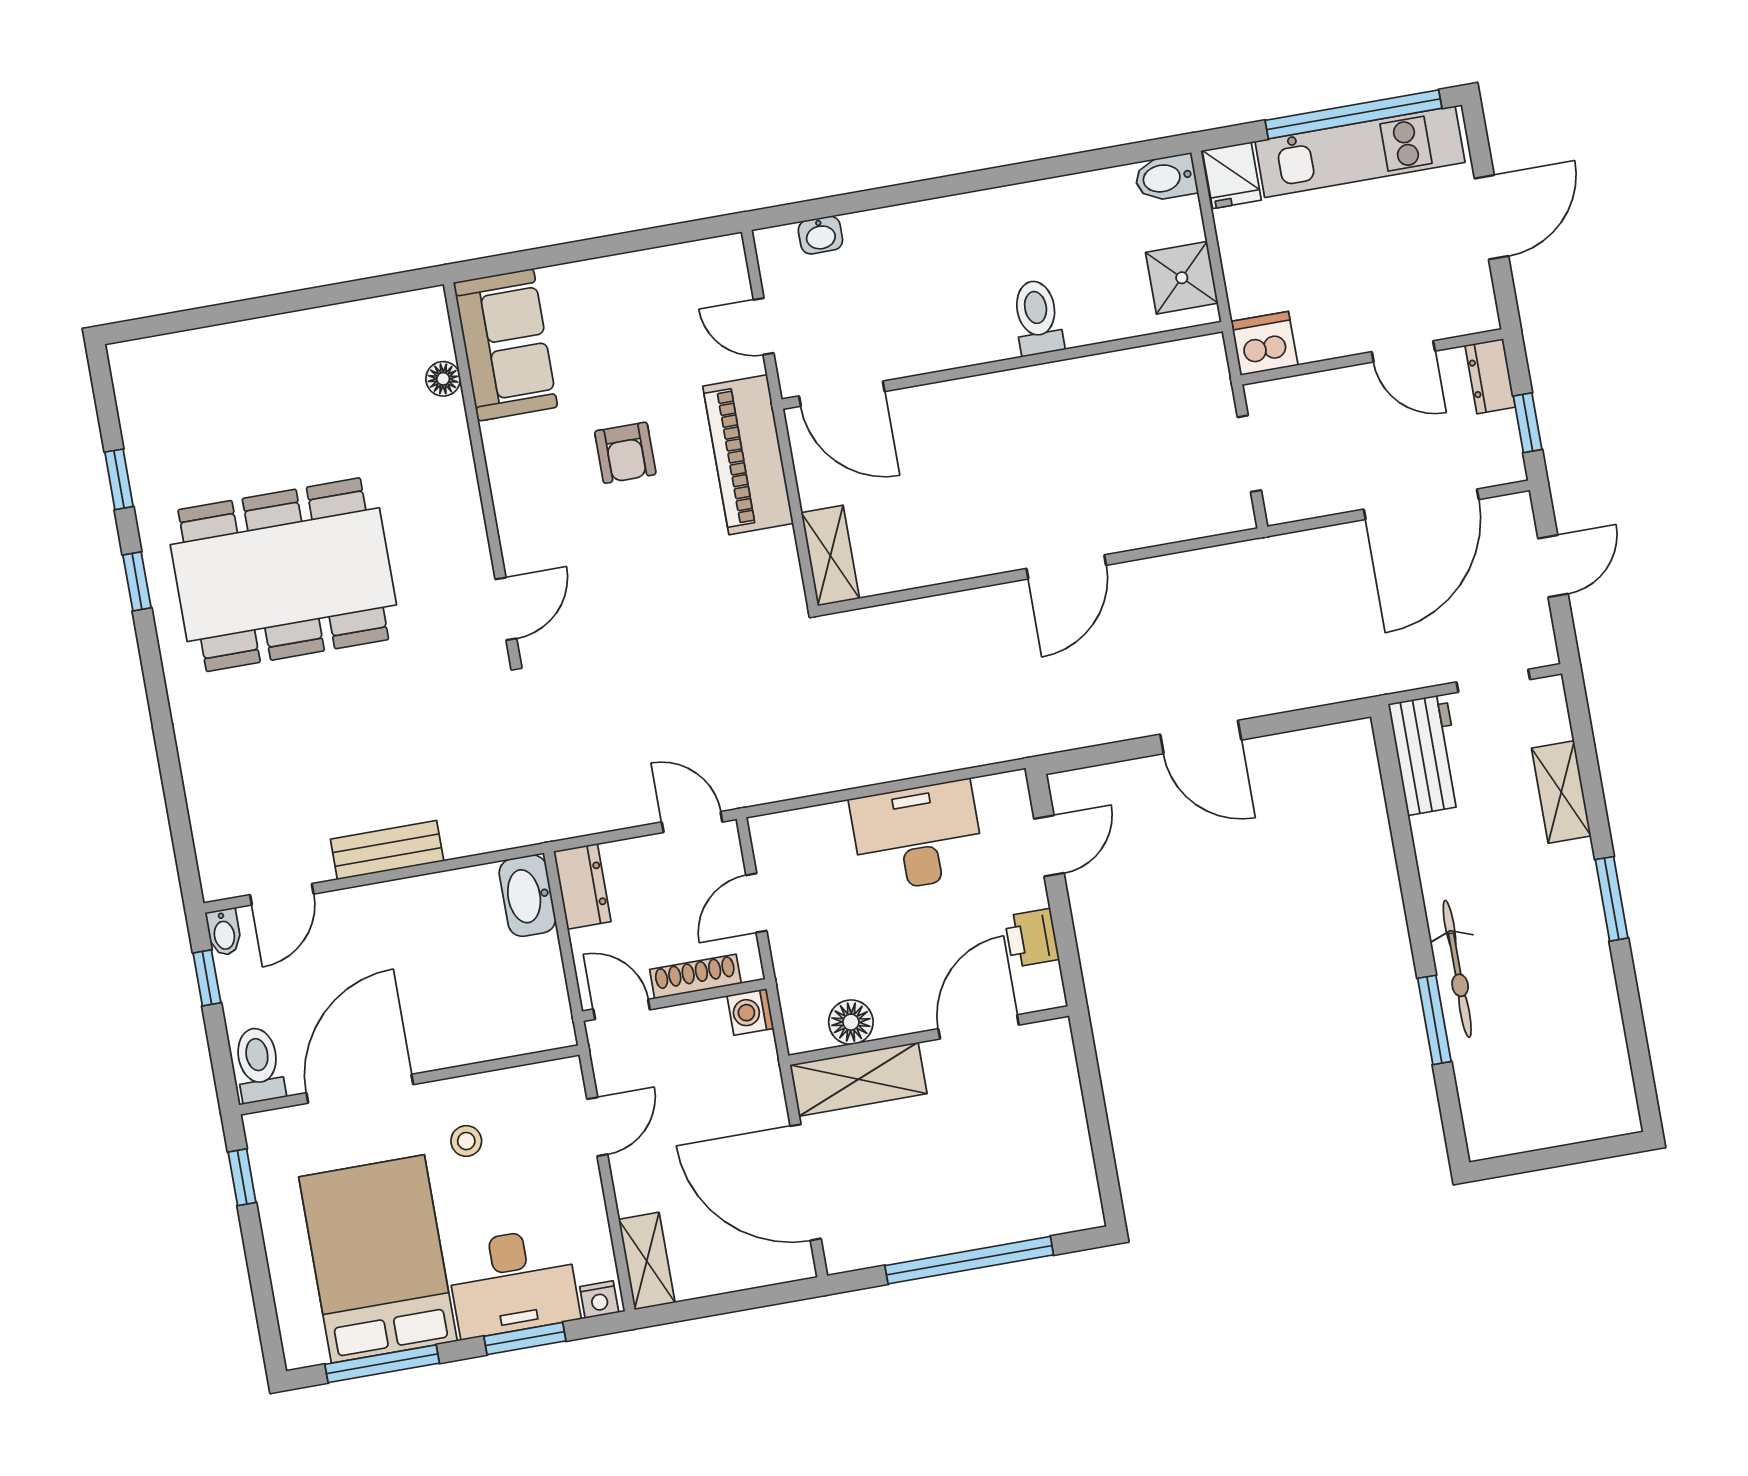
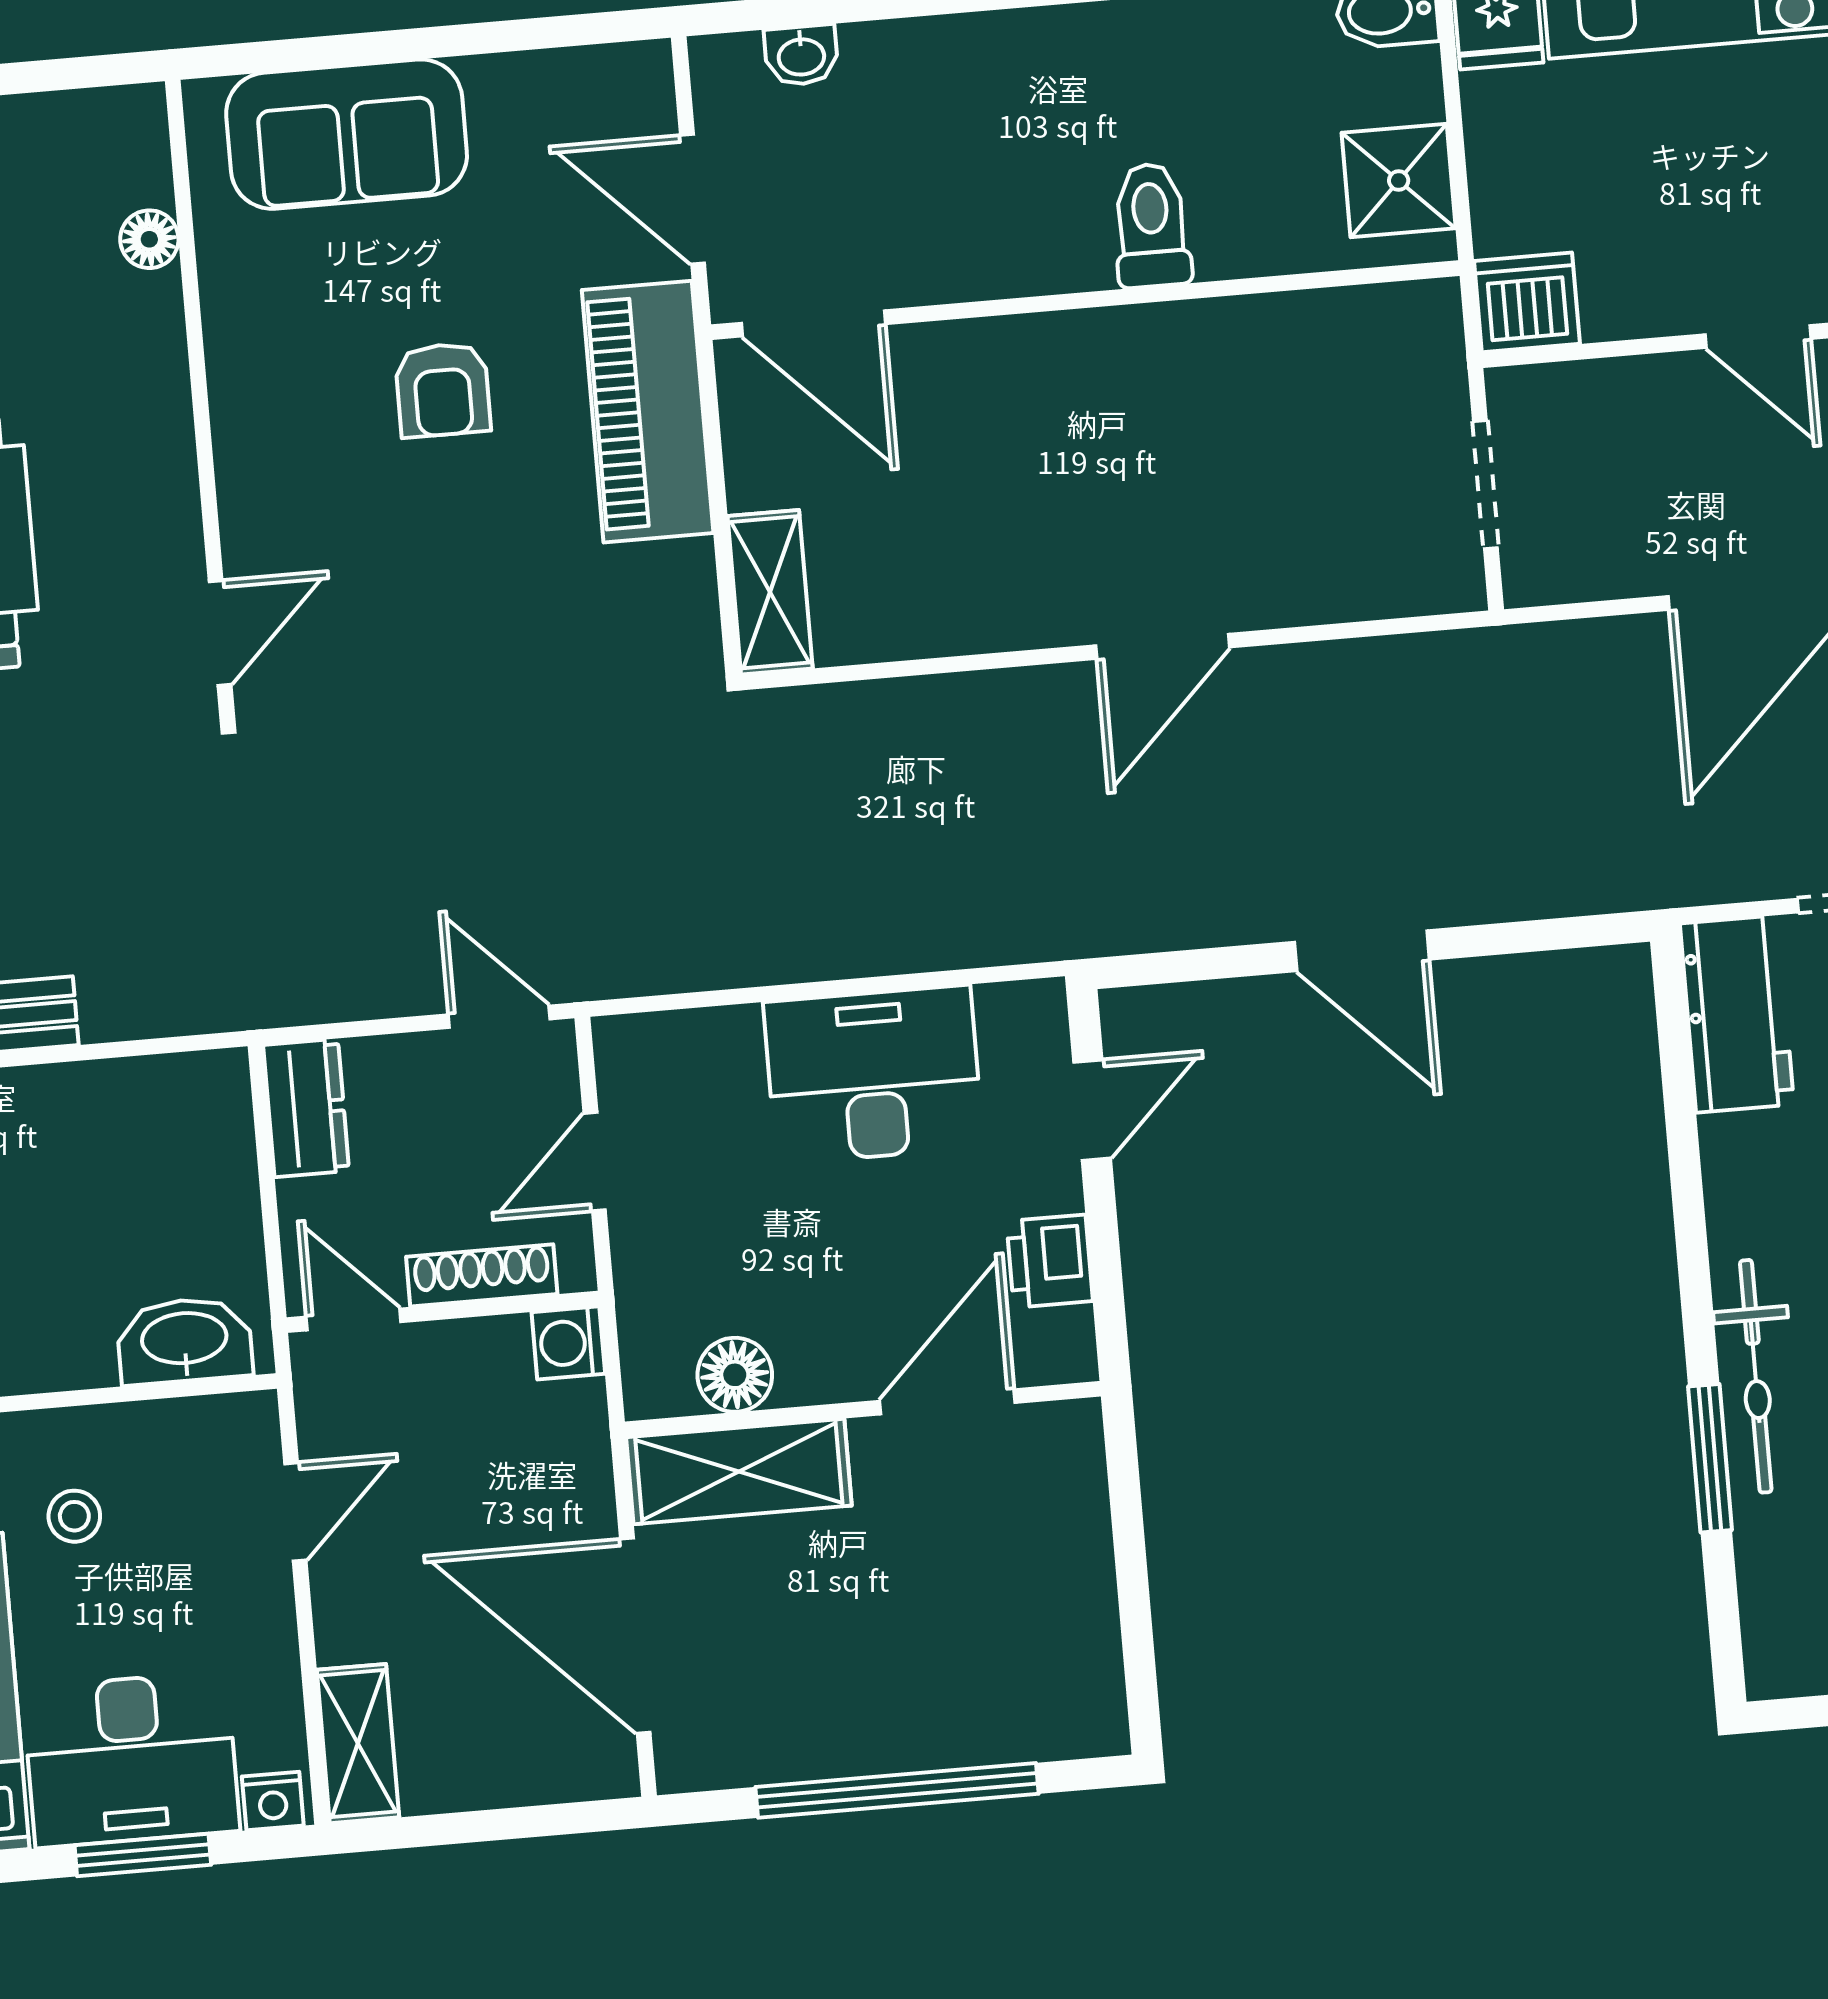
door: (764, 326) -> (693, 199), width x1.38
sofa: (506, 345) -> (347, 134), moved, turned 90
washbasin: (527, 896) -> (184, 1341), moved, turned 90

